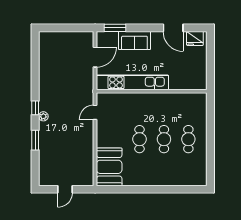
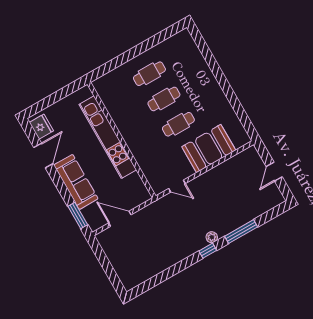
sofa: (134, 41) -> (76, 182), width x1.36
kitchen unit: (133, 82) -> (108, 137), moved
window: (35, 140) -> (241, 232), width x1.44
booth: (109, 167) -> (209, 149), moved
door: (65, 189) -> (274, 172), swing flipped

